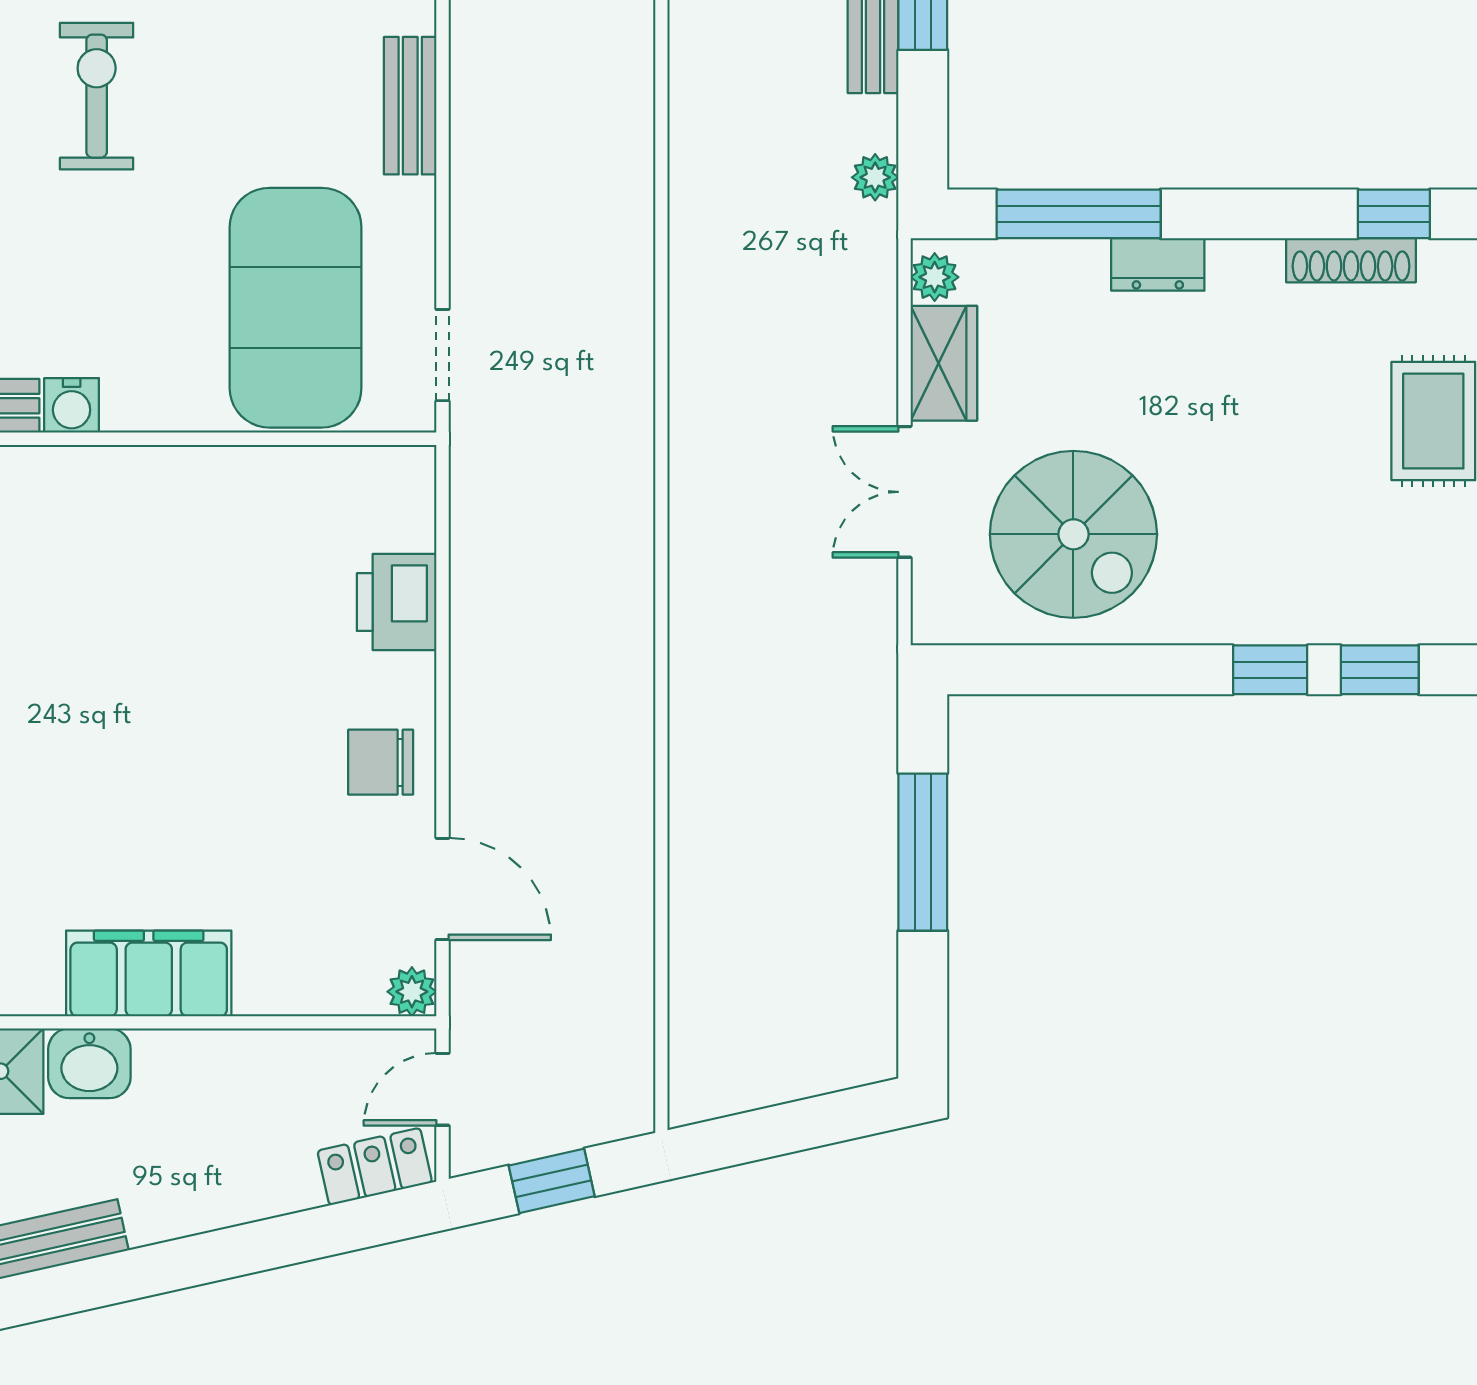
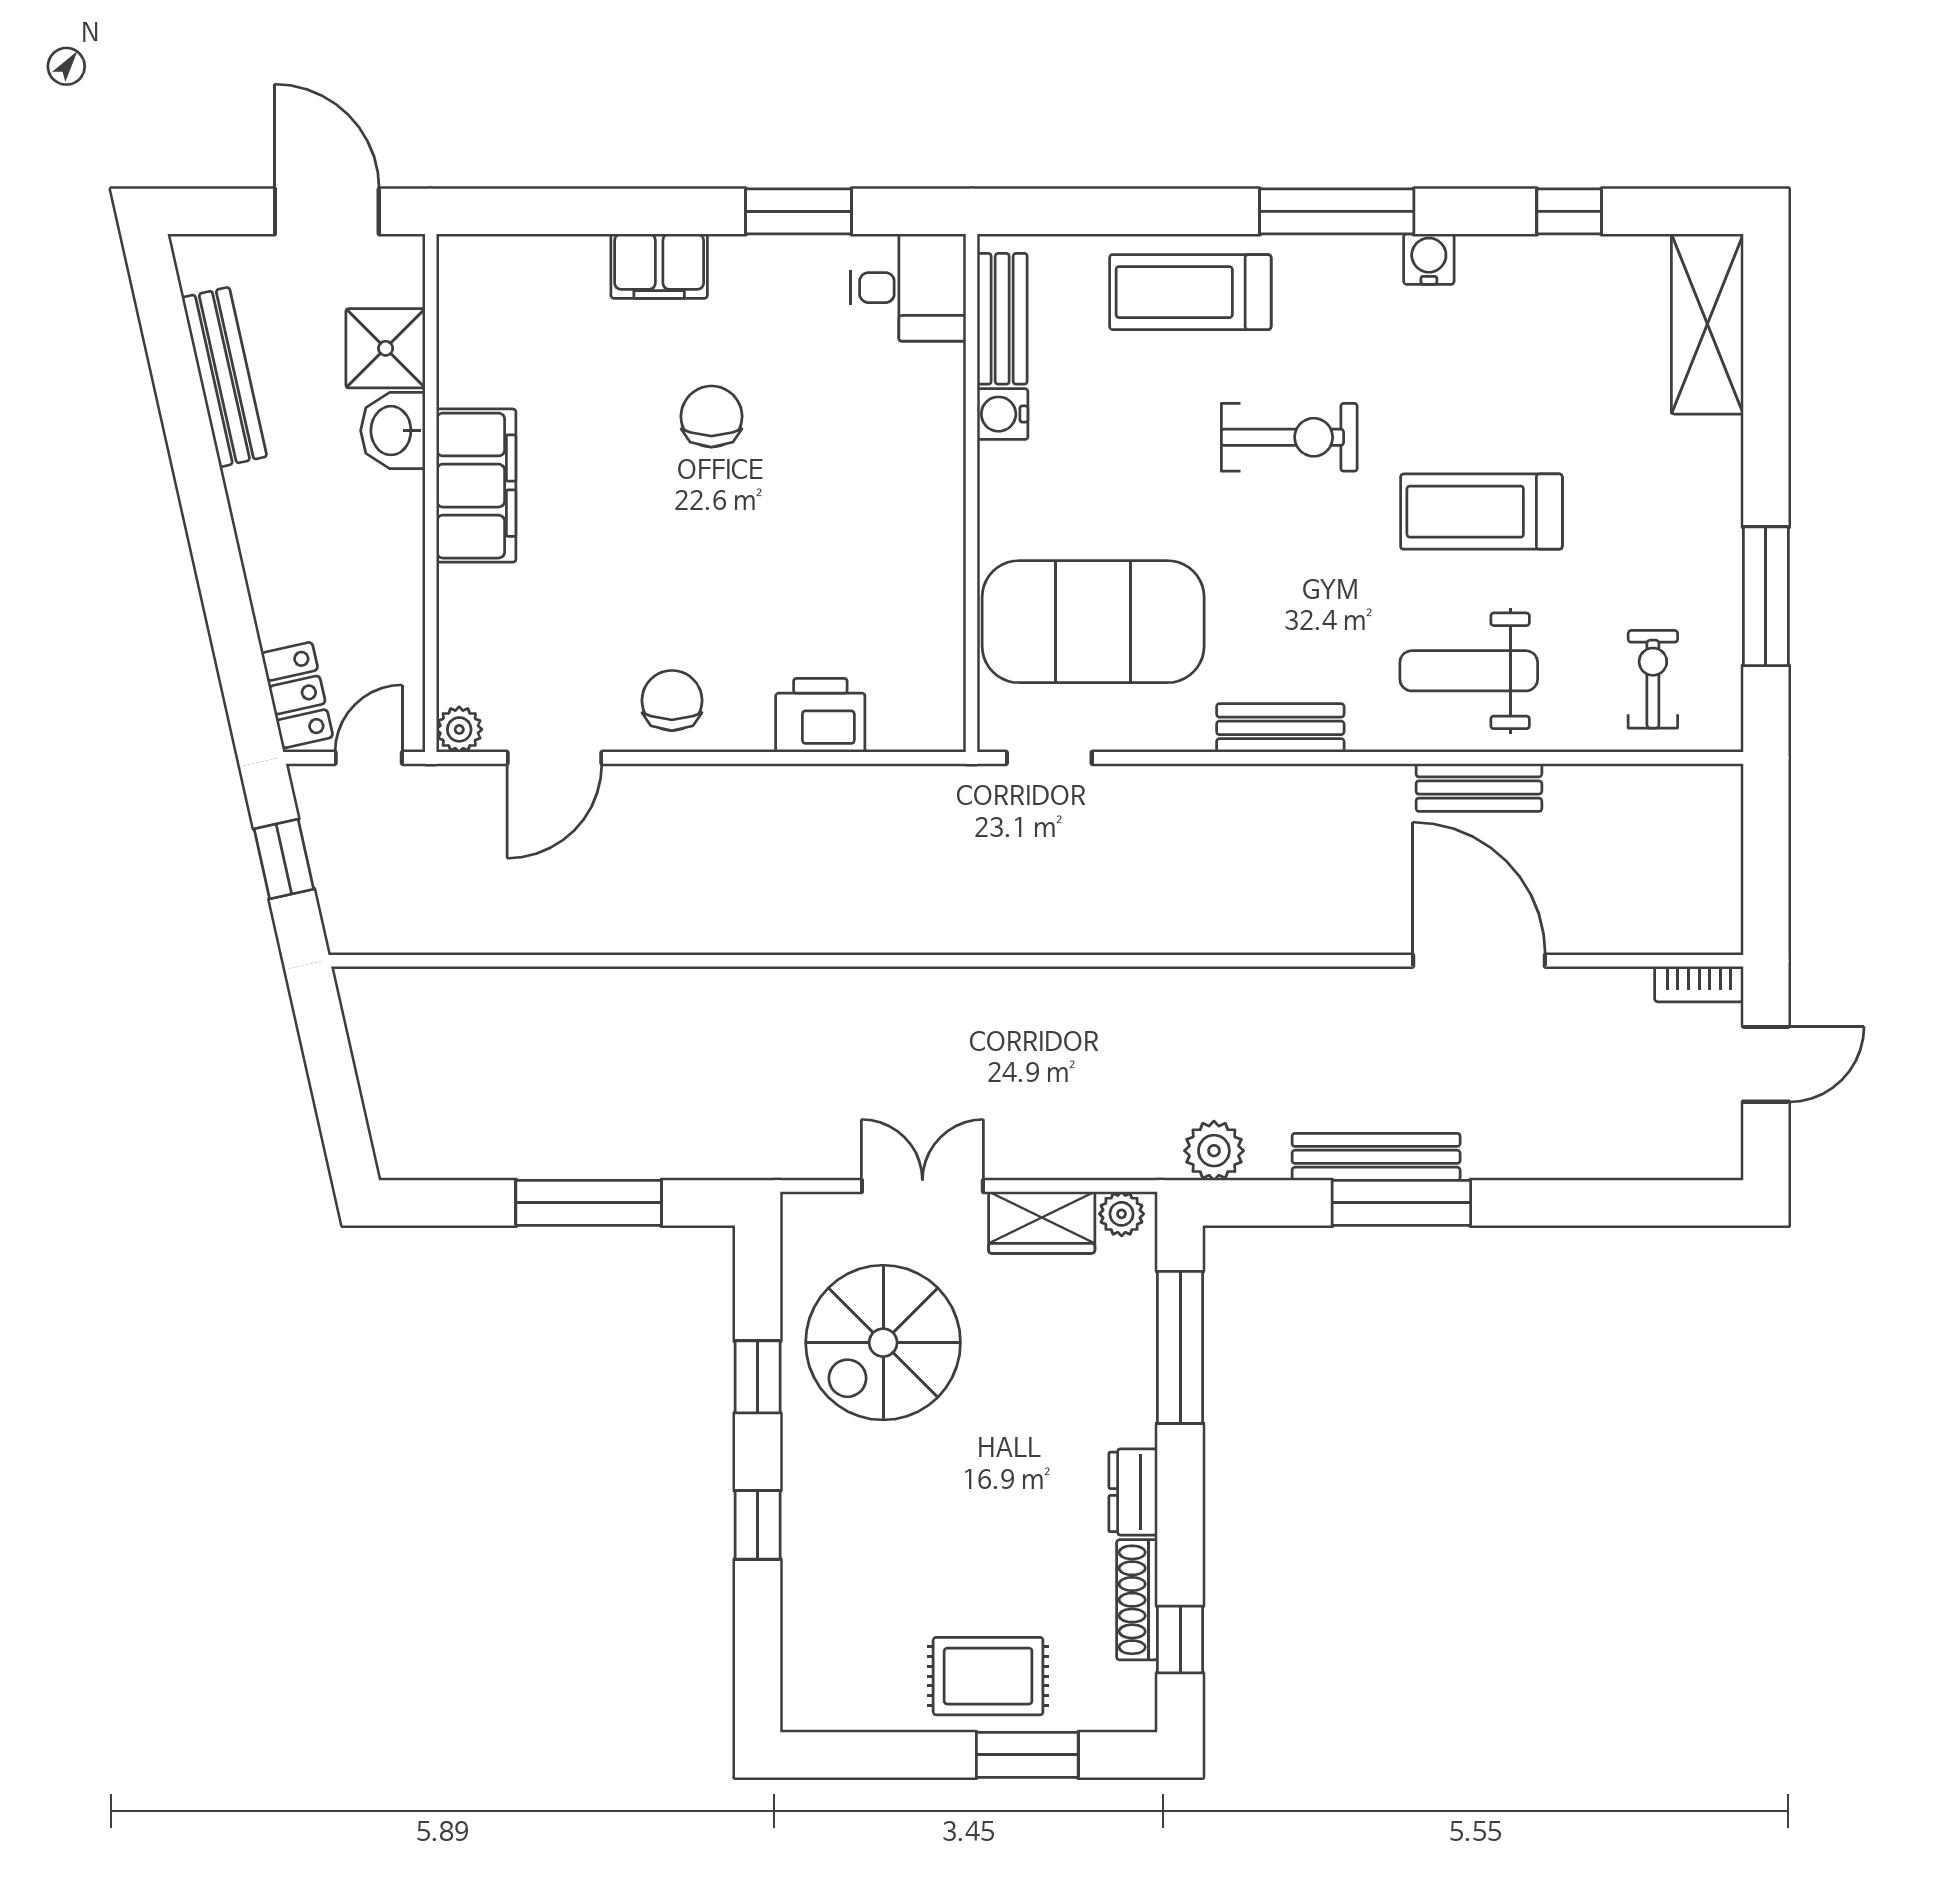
plant: (875, 177) -> (1214, 1151), width x1.38, depth x1.38
dresser: (1158, 264) -> (1133, 1492), moved
window: (1380, 670) -> (758, 1377), moved
chair: (74, 720) -> (711, 416), added
door: (443, 1089) -> (369, 758), hinge flipped

